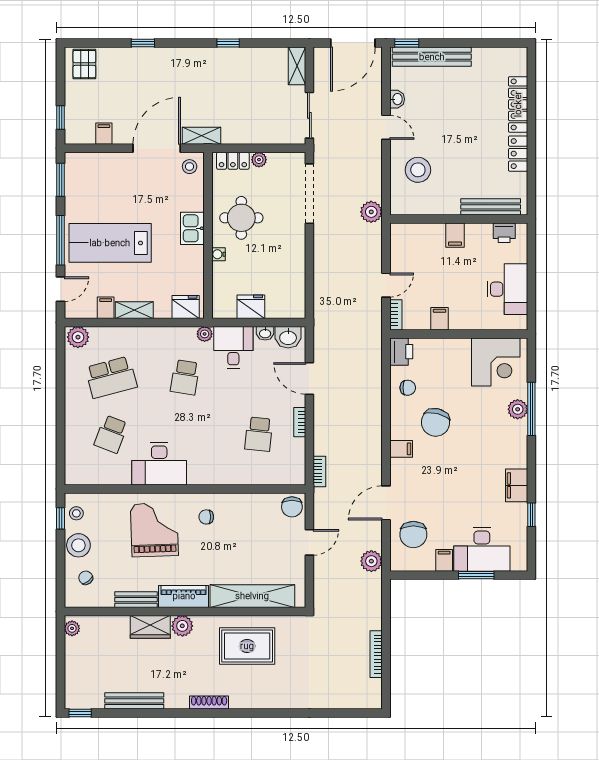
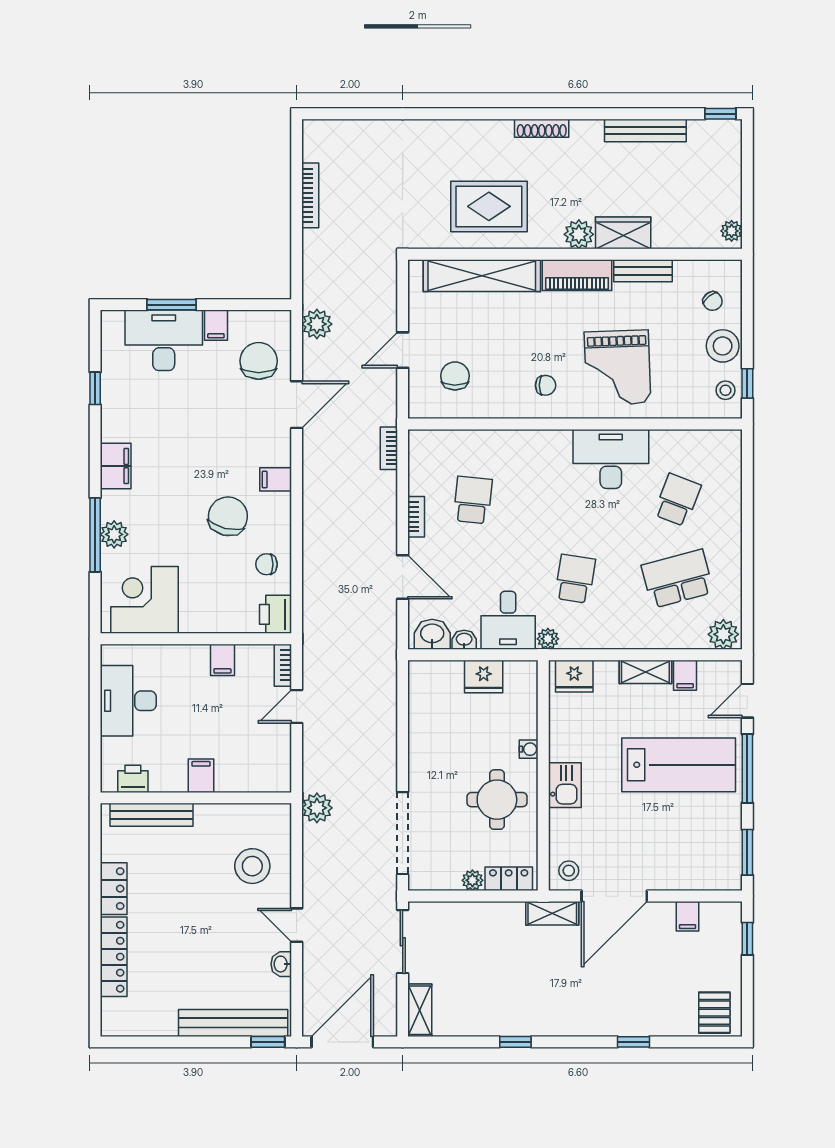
filing cabinet: (517, 485) -> (116, 466), moved
chair: (292, 507) -> (455, 376), moved

